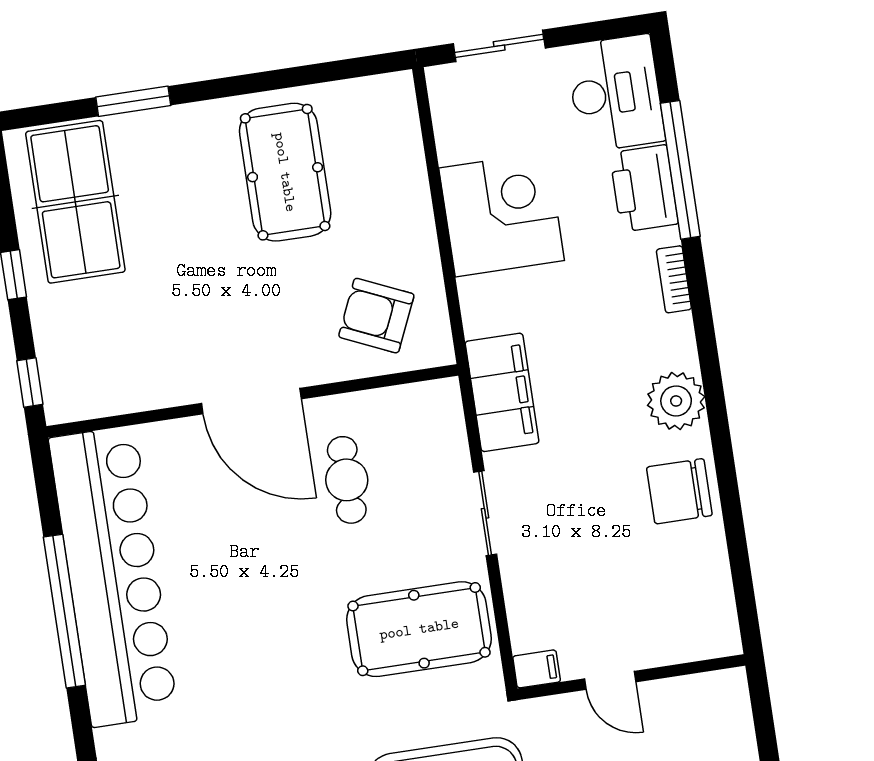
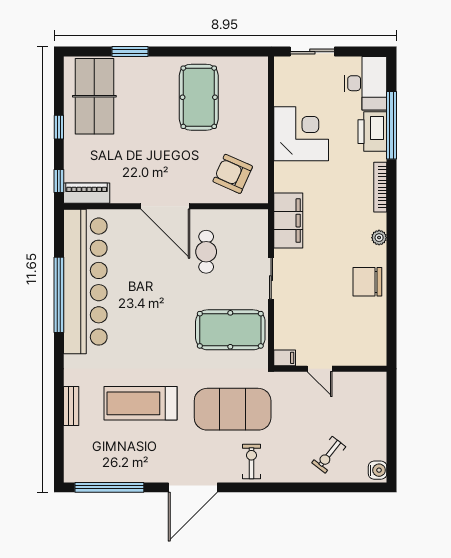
bookcase: (674, 279) -> (380, 187), width x1.56
piano: (89, 399) -> (87, 193), added
plant: (676, 401) -> (379, 238), width x0.53, depth x0.53

